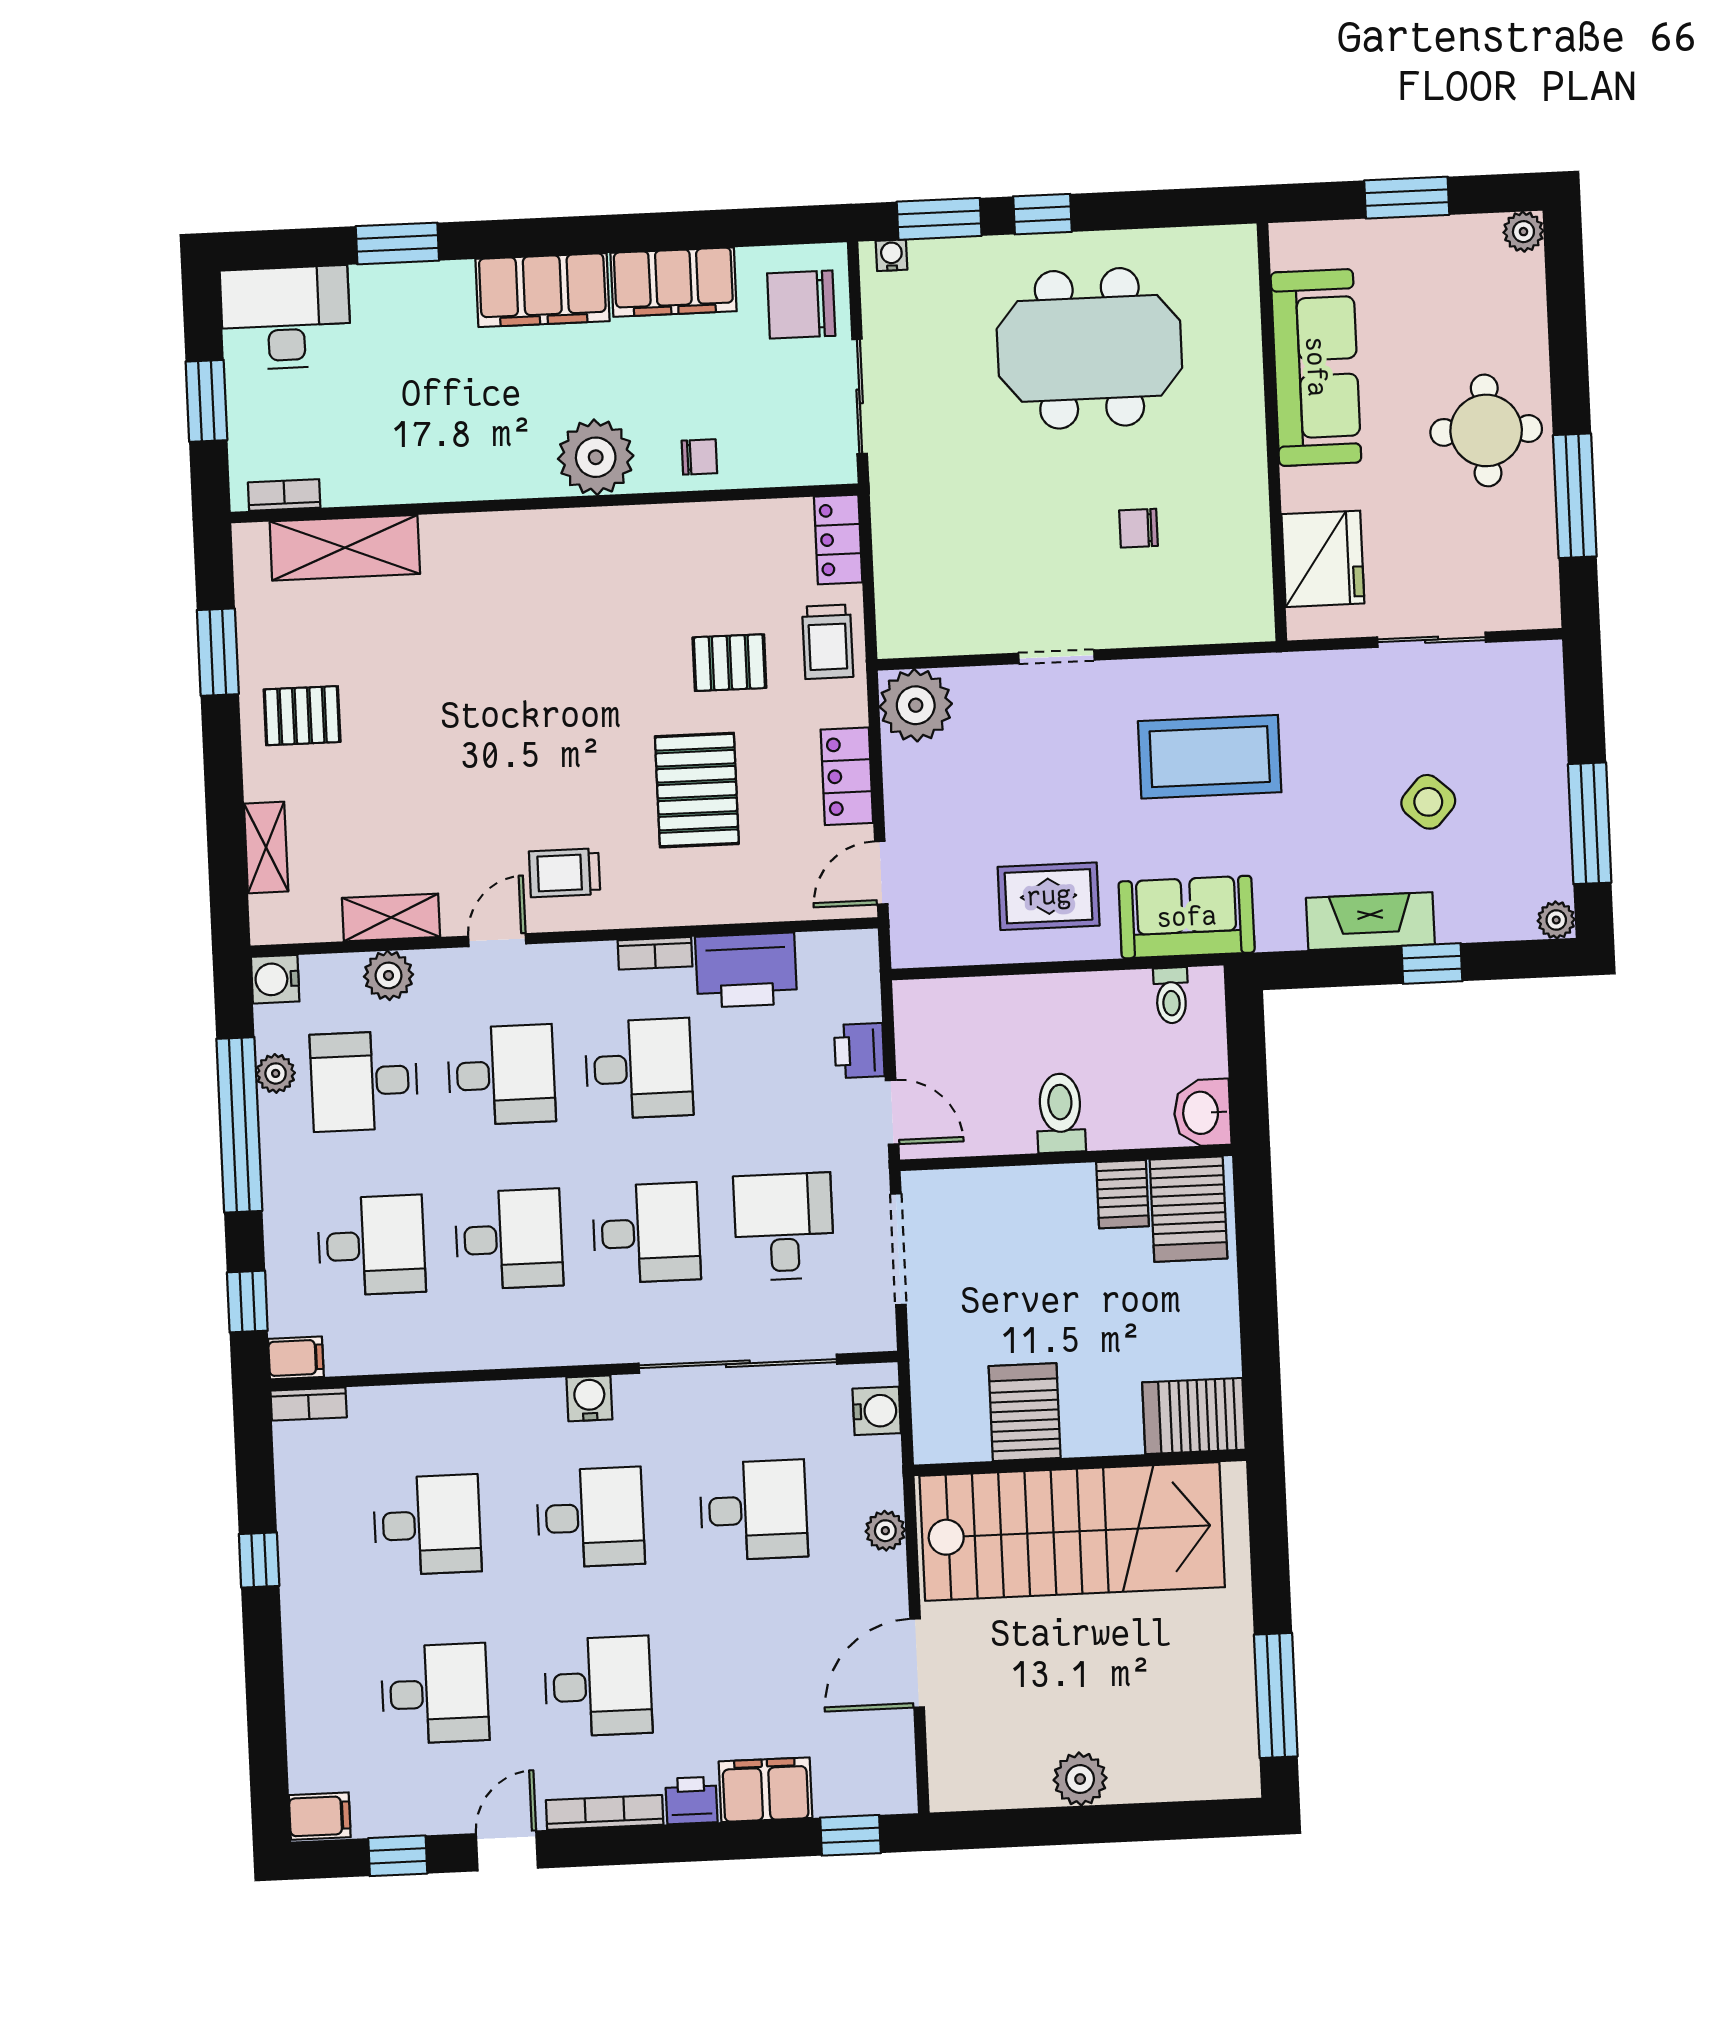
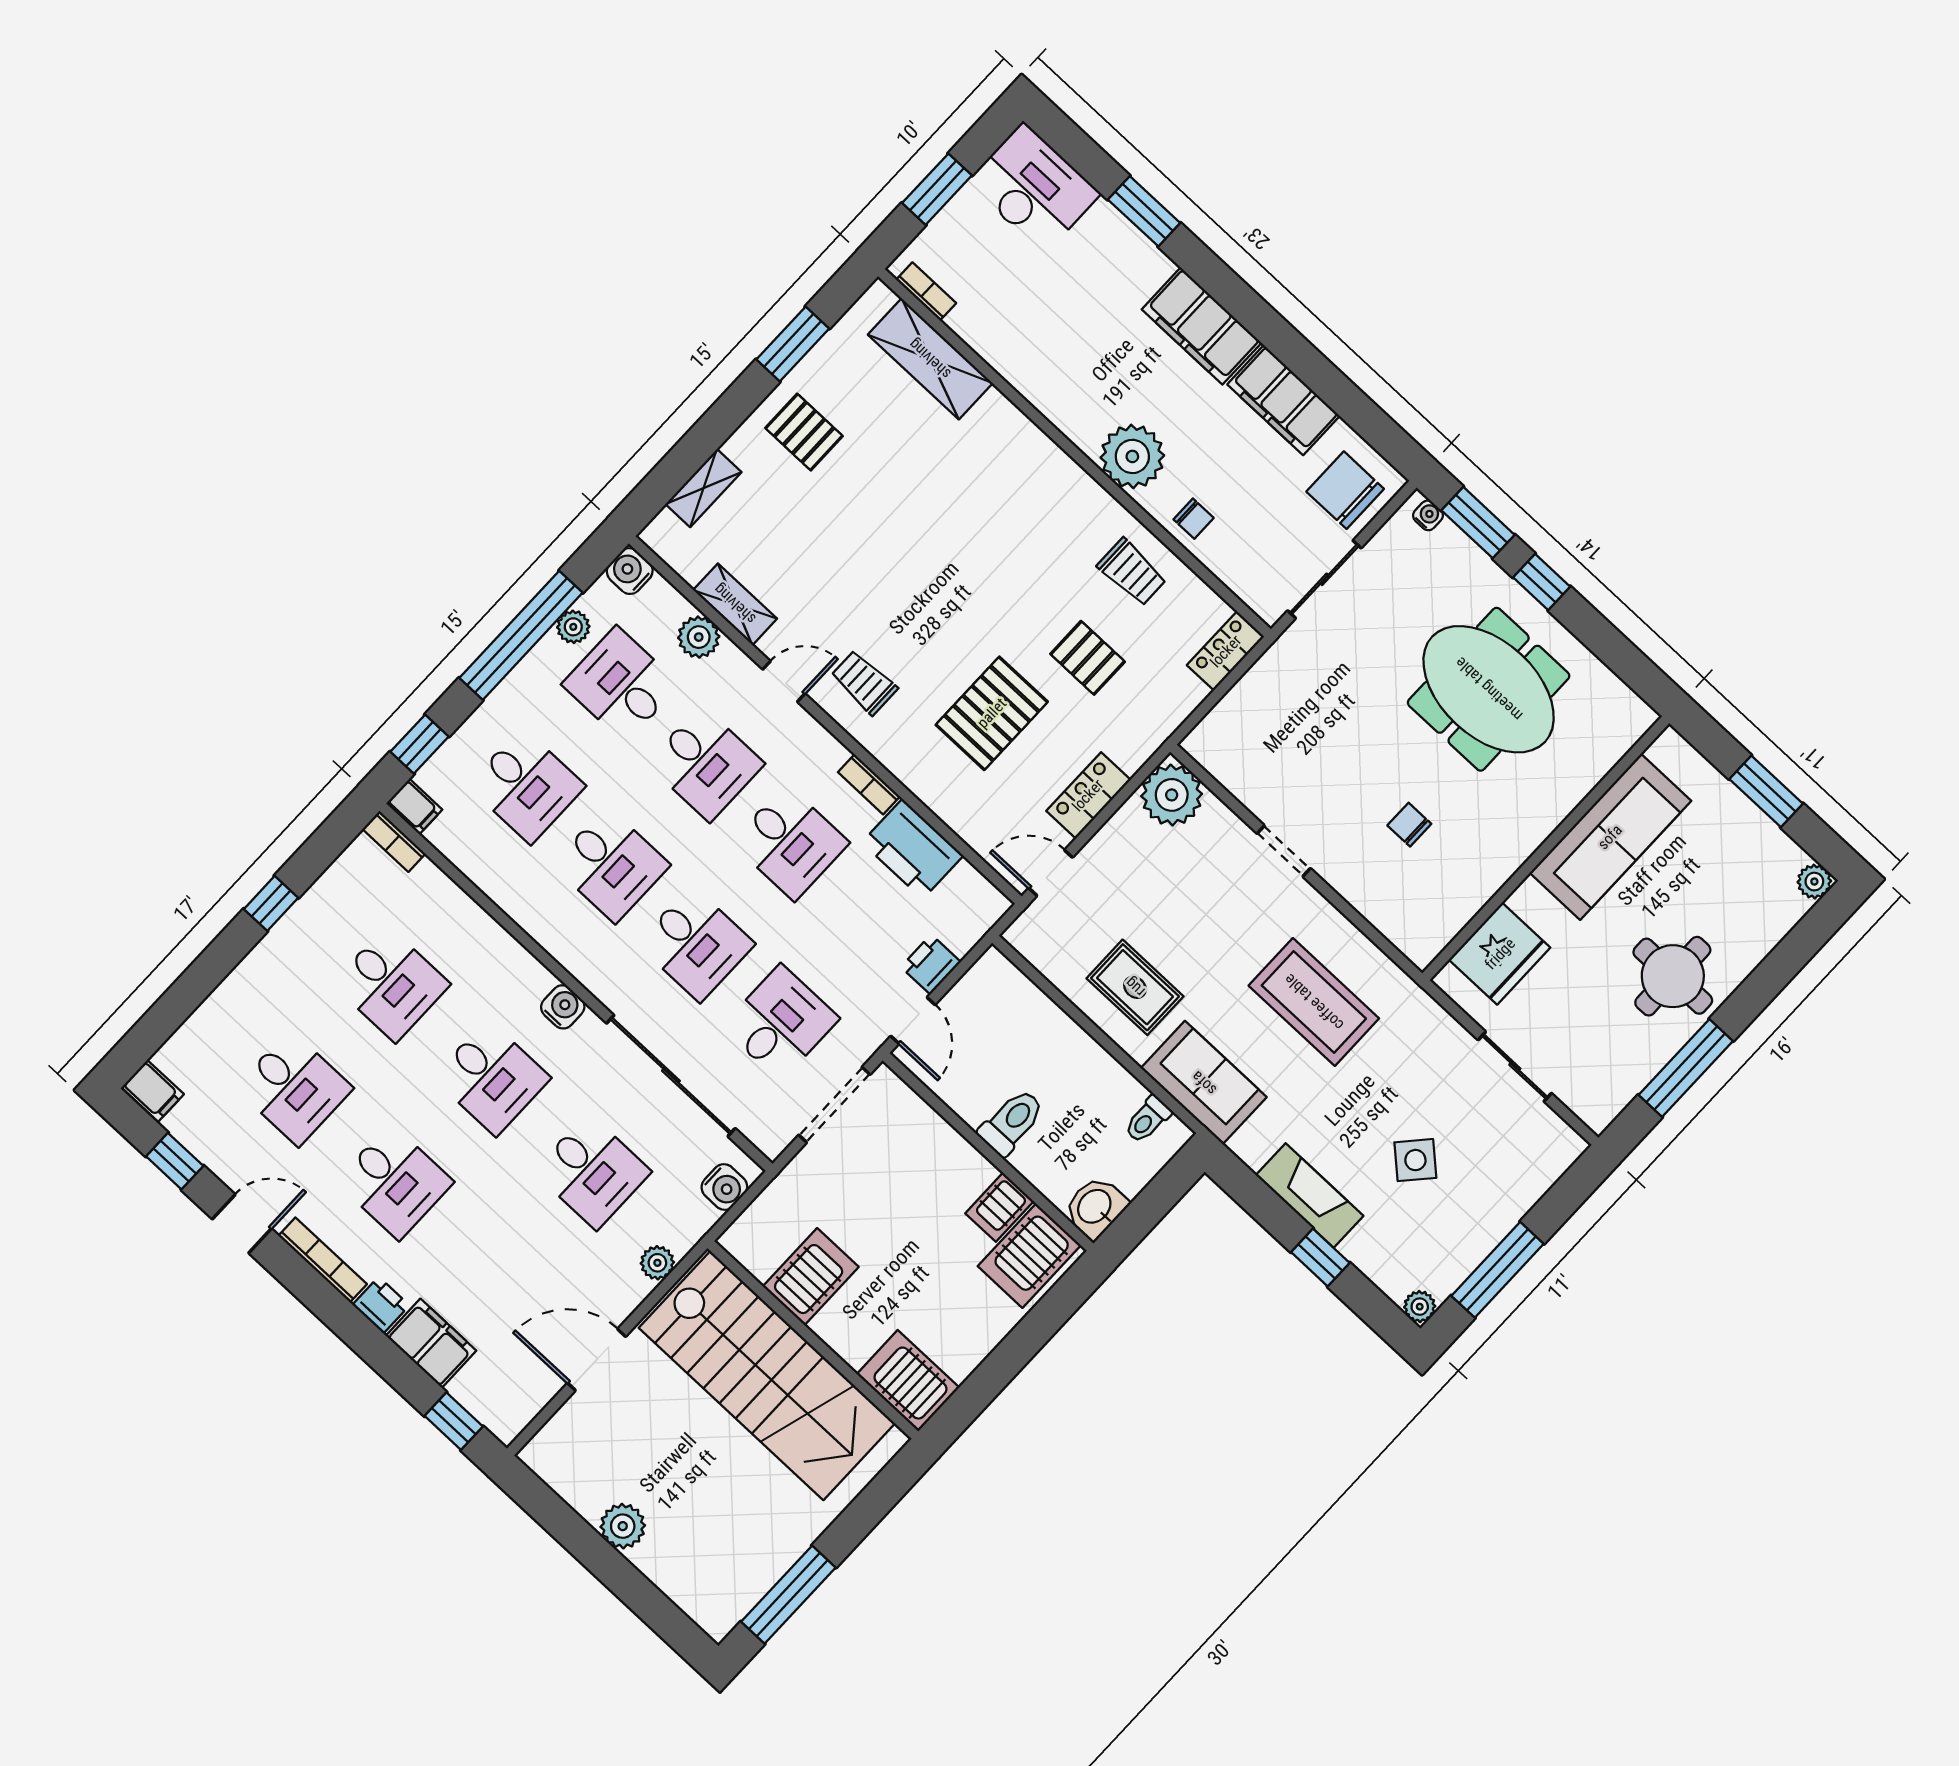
trolley: (828, 642) -> (1132, 572), moved, turned -90

